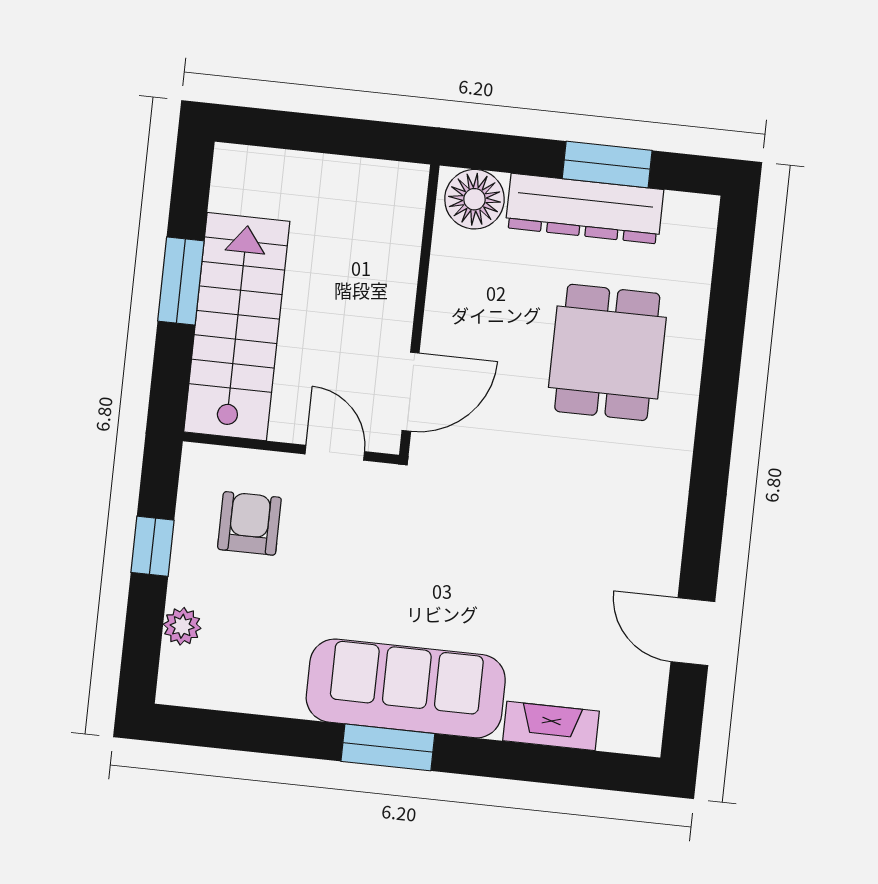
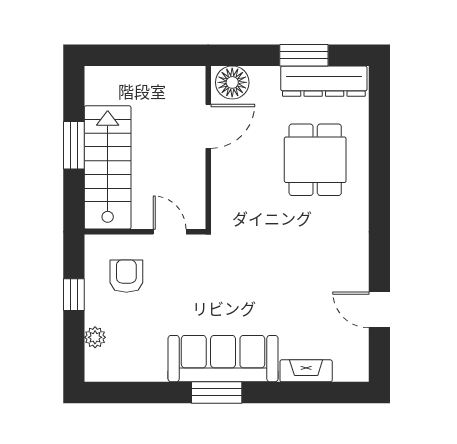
dresser: (585, 209) -> (324, 81), moved
door: (411, 392) -> (208, 126), moved

